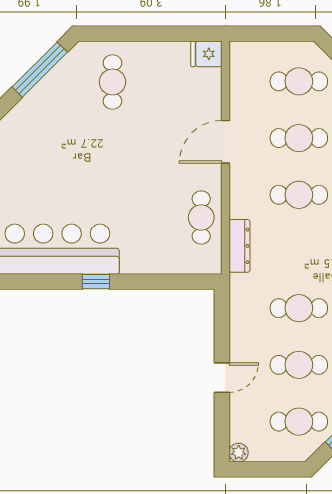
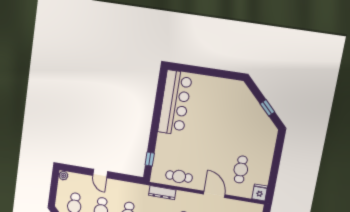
window: (40, 70) -> (267, 108), width x0.46
cafe table: (112, 82) -> (241, 169), moved, turned 90
window: (96, 282) -> (150, 159), moved

